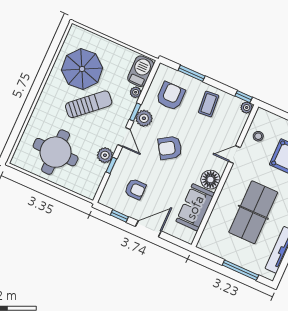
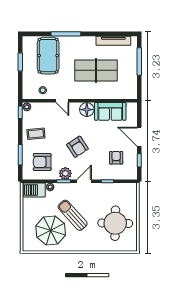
plant: (105, 155) -> (102, 189), removed

